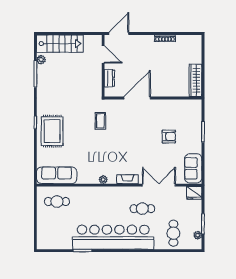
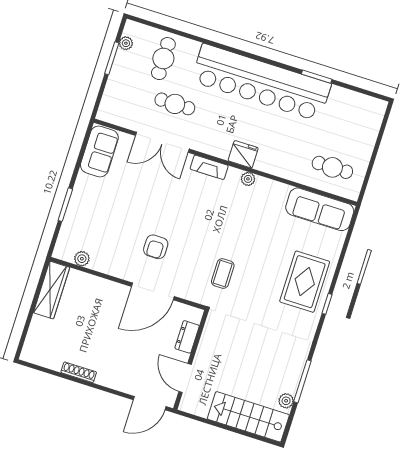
plant: (184, 104) -> (82, 259), added
armchair: (169, 137) -> (156, 247), moved, turned -90
fridge: (194, 193) -> (243, 154), moved
cafe table: (142, 209) -> (175, 104), moved

